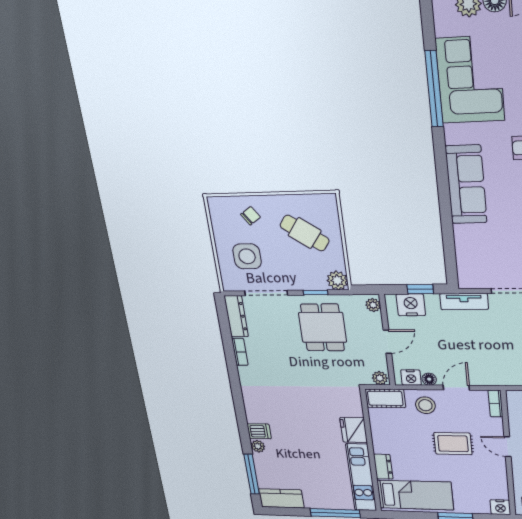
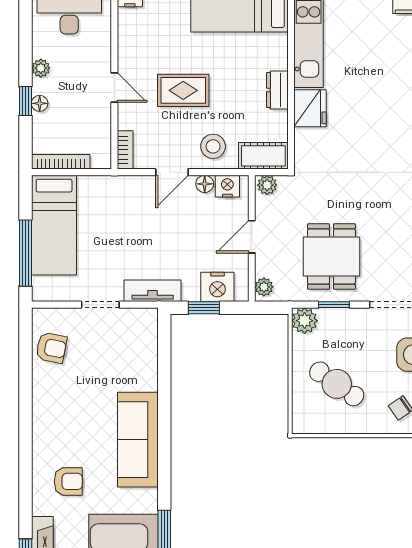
dresser: (383, 467) -> (277, 90), moved

